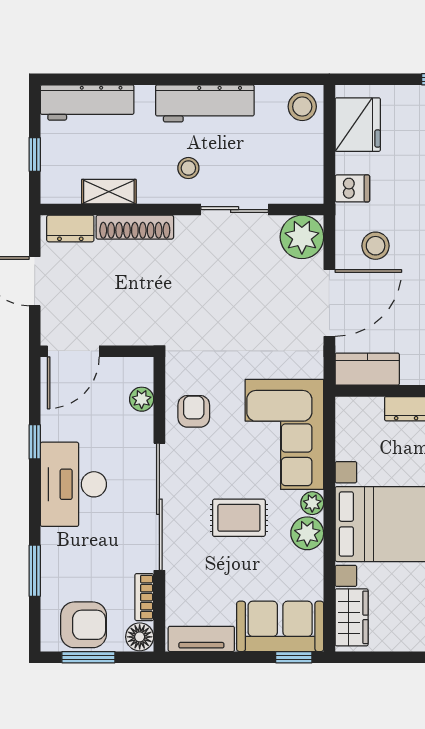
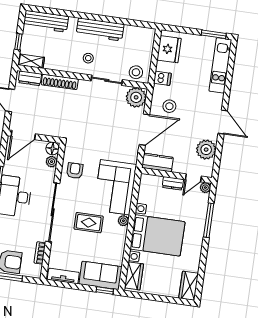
stool: (302, 107) -> (136, 72), moved
shelving: (109, 192) -> (31, 61), moved
plant: (307, 533) -> (119, 234), removed
floor lamp: (140, 637) -> (53, 148), moved

